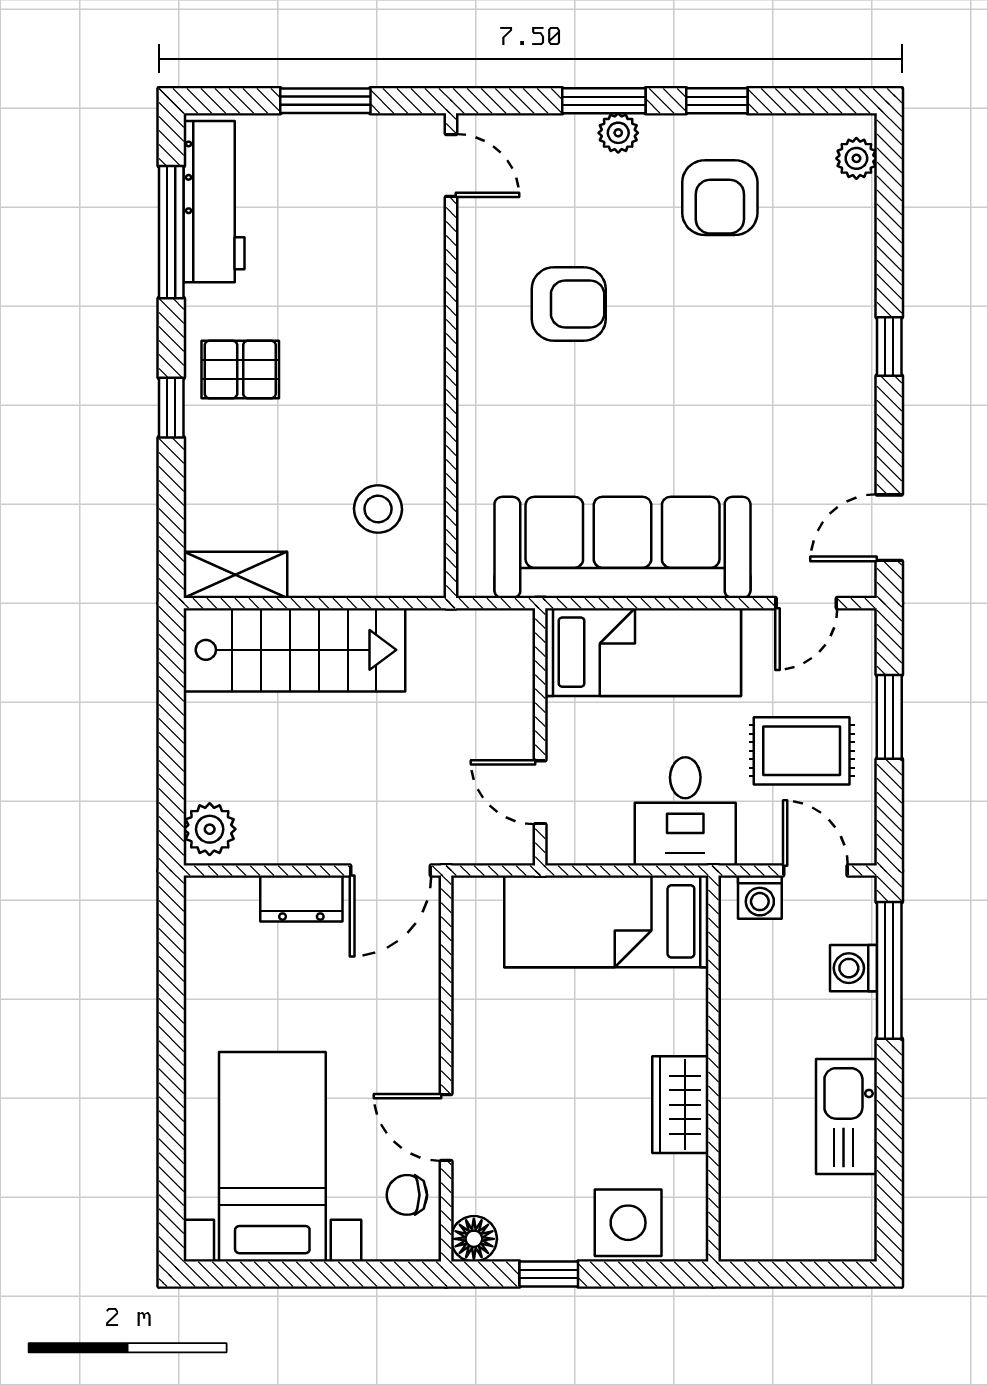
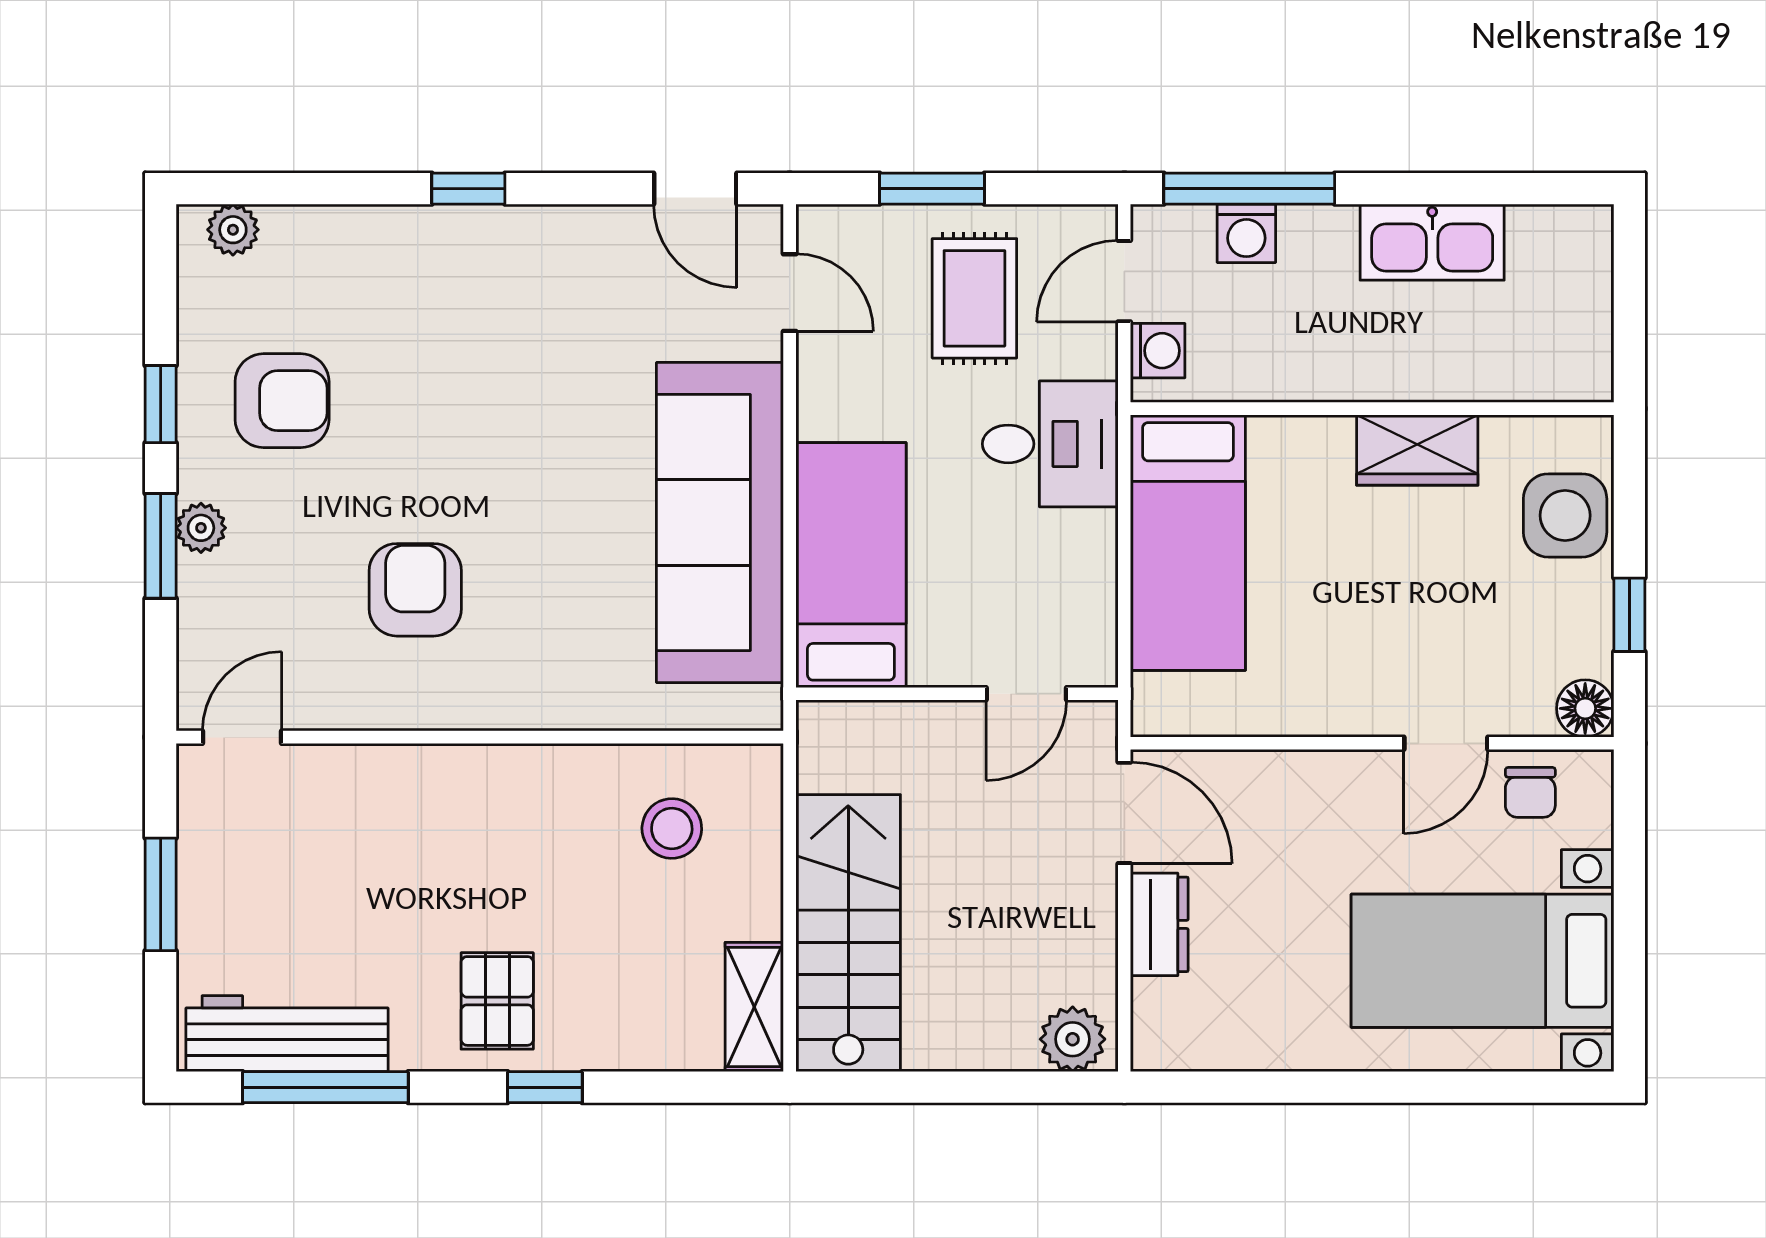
bed: (643, 652) -> (851, 565), moved
wall: (540, 737) -> (957, 694), moved
door: (540, 792) -> (1026, 694), moved

